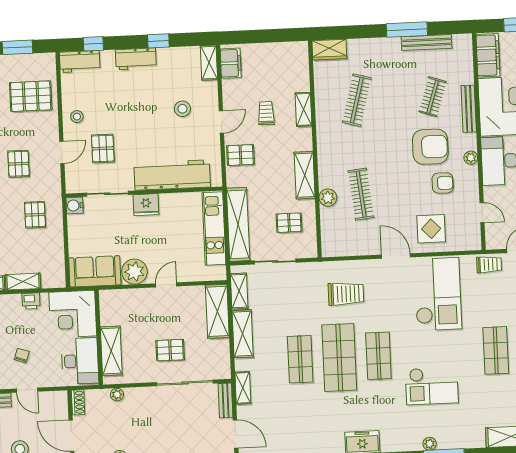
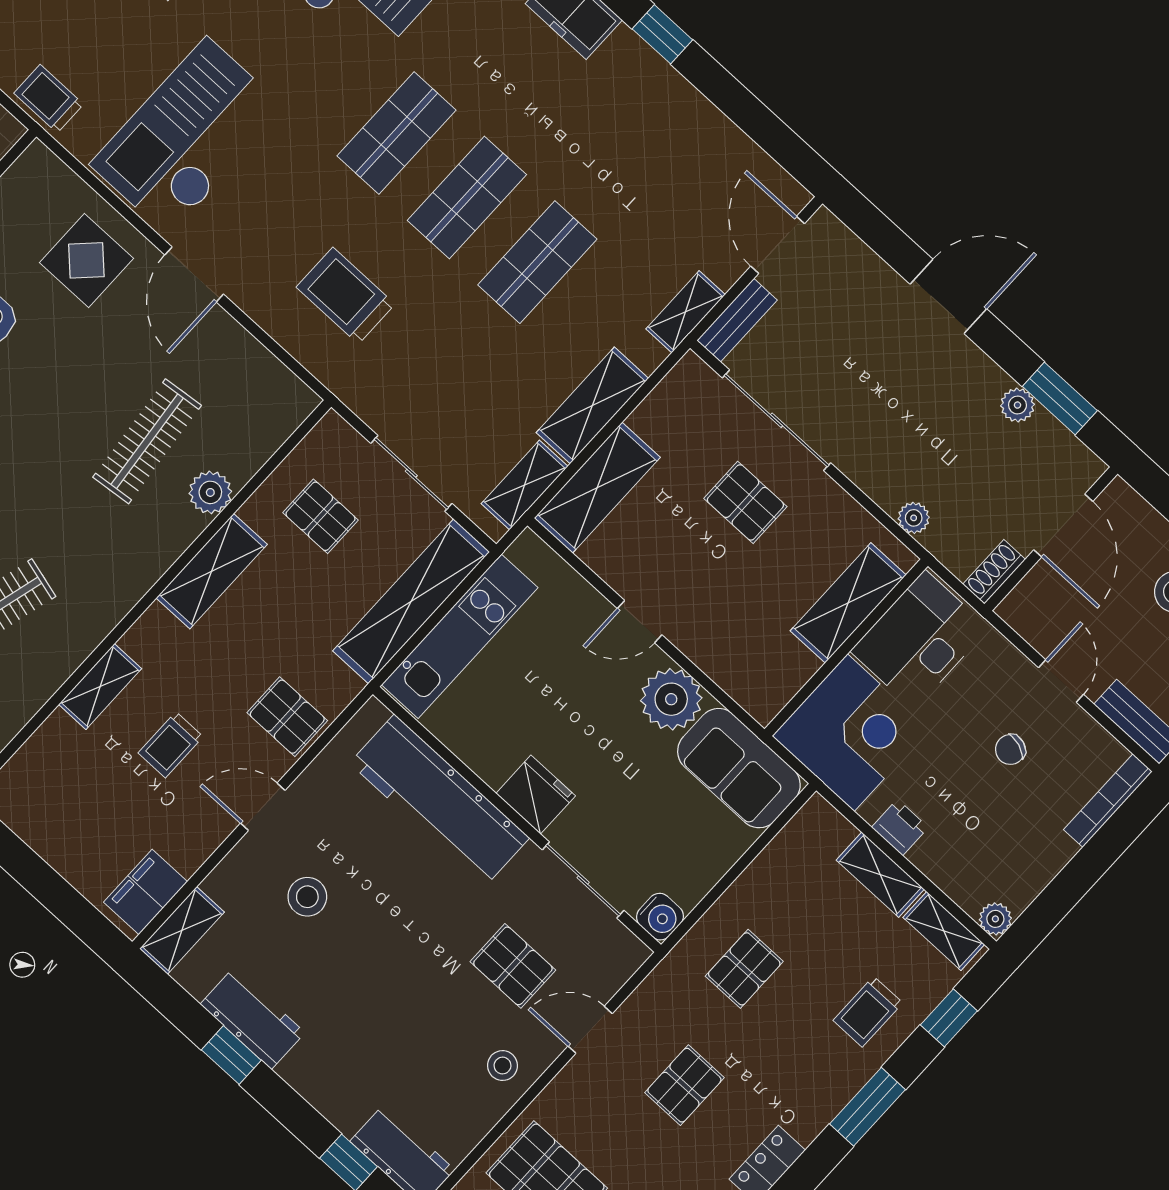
workbench: (136, 59) -> (253, 1018), moved
pallet: (103, 148) -> (513, 966), turned 90
shop shelf: (339, 357) -> (467, 198), width x0.70, depth x0.74

